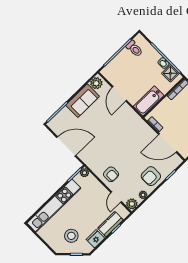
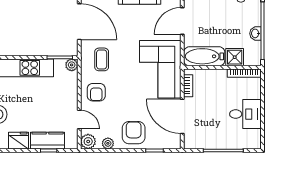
shower: (170, 73) -> (235, 57), moved
corner sofa: (132, 130) -> (160, 69), added
coffee table: (97, 155) -> (102, 59), added
armchair: (151, 176) -> (134, 133), turned 90
door: (116, 197) -> (79, 120), swing flipped

